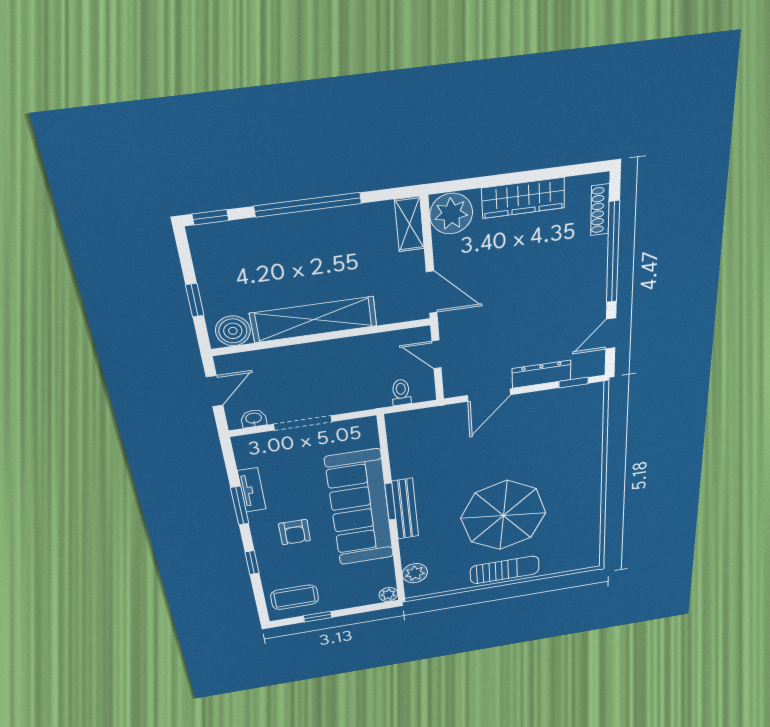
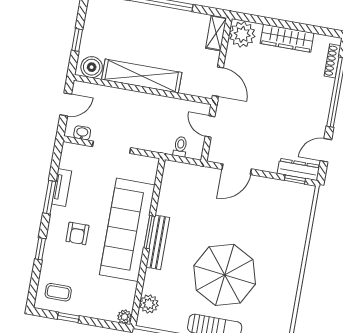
dresser: (542, 374) -> (298, 169), moved
coffee table: (295, 597) -> (58, 292), width x0.73, depth x0.77

